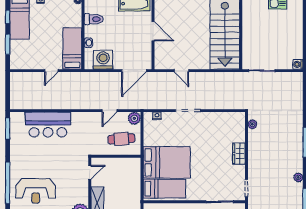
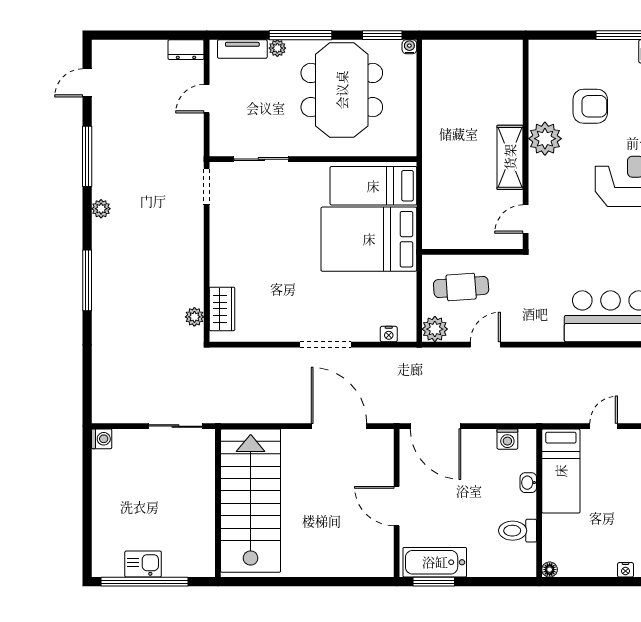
washing machine: (103, 60) -> (507, 439), width x0.53, depth x0.53
door: (134, 71) -> (436, 426), swing flipped
door: (181, 71) -> (339, 426), width x1.88
wardrobe: (239, 154) -> (222, 309), moved

